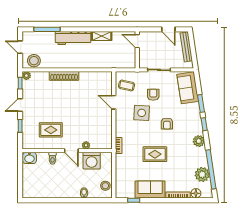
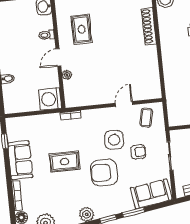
shoe rack: (64, 76) -> (149, 26), moved
armchair: (167, 124) -> (104, 173), width x1.88, depth x1.88
rug: (155, 154) -> (65, 162), turned 90
washing machine: (92, 161) -> (50, 99), moved
stool: (105, 186) -> (19, 104), removed

